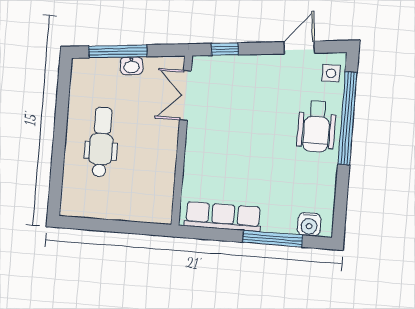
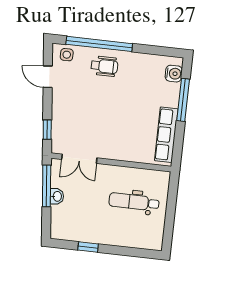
window: (118, 51) -> (47, 186), moved
window: (62, 112) -> (88, 247), added
wheelchair: (317, 127) -> (104, 66), width x0.73, depth x0.73
dental chair: (101, 142) -> (134, 202), moved

